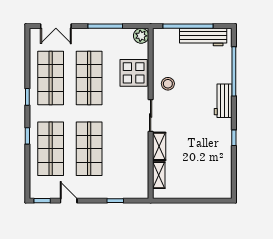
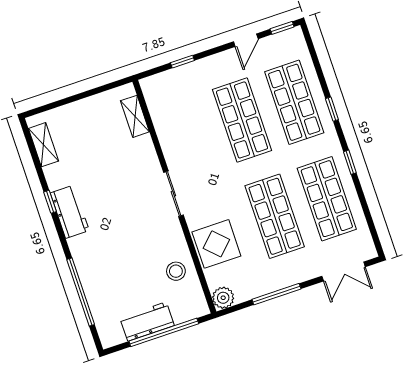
double door: (56, 26) -> (344, 271), swing flipped
workbench: (203, 37) -> (147, 322), width x0.73
stool: (168, 84) -> (176, 271), moved
workbench: (223, 101) -> (70, 212), moved
shelving: (159, 146) -> (43, 145), moved
door: (69, 201) -> (246, 40), hinge flipped

